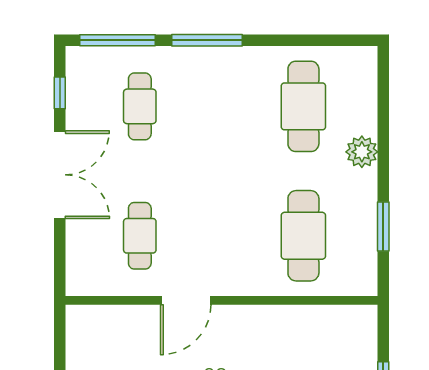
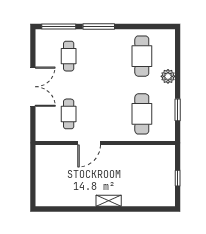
window: (60, 93) -> (33, 50), removed

